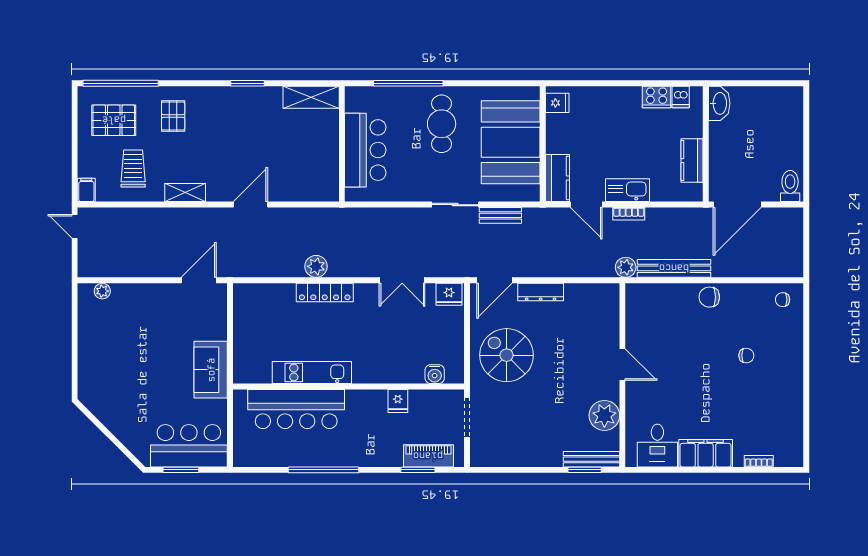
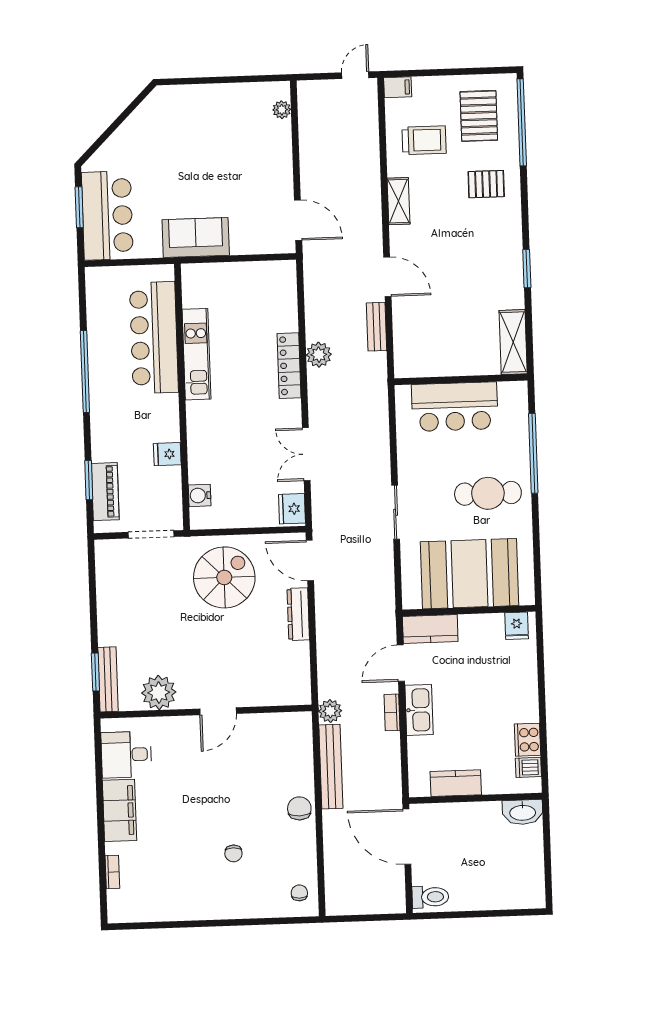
bench: (500, 215) -> (377, 327), moved

